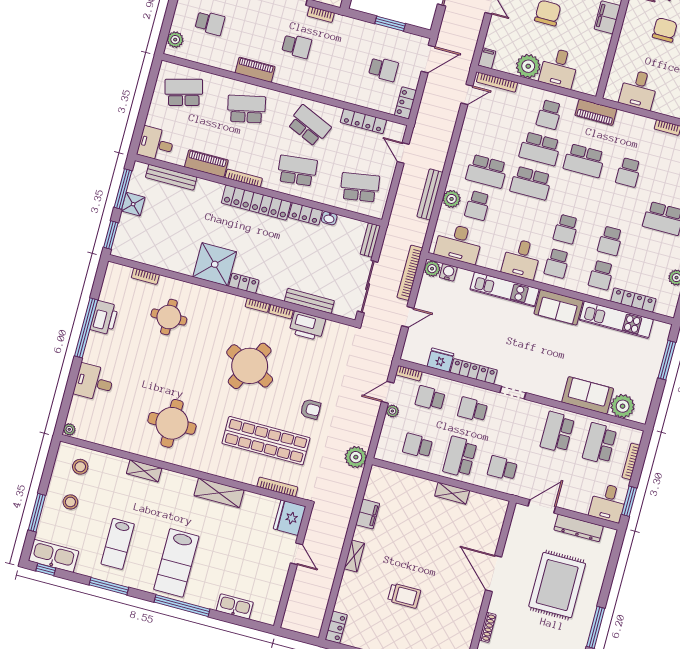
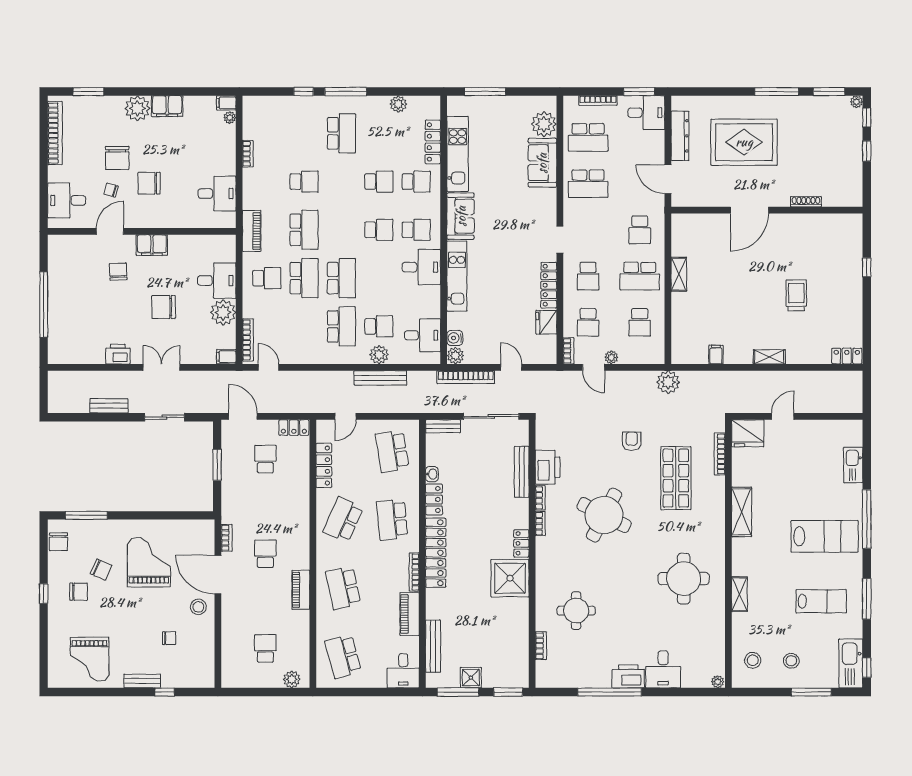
desk: (459, 243) -> (423, 335), width x0.73
printer: (104, 318) -> (628, 676), moved
shop shelf: (266, 441) -> (676, 478), width x0.71
filing cabinet: (368, 514) -> (716, 355), width x0.50

